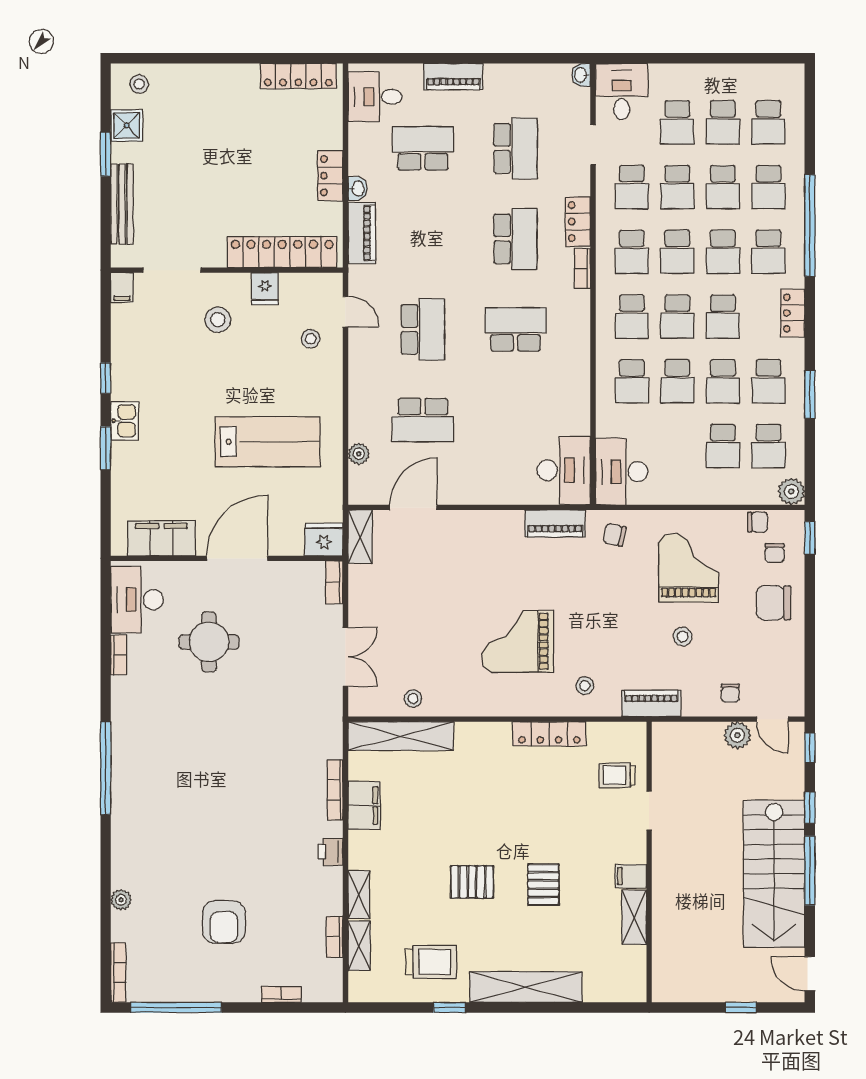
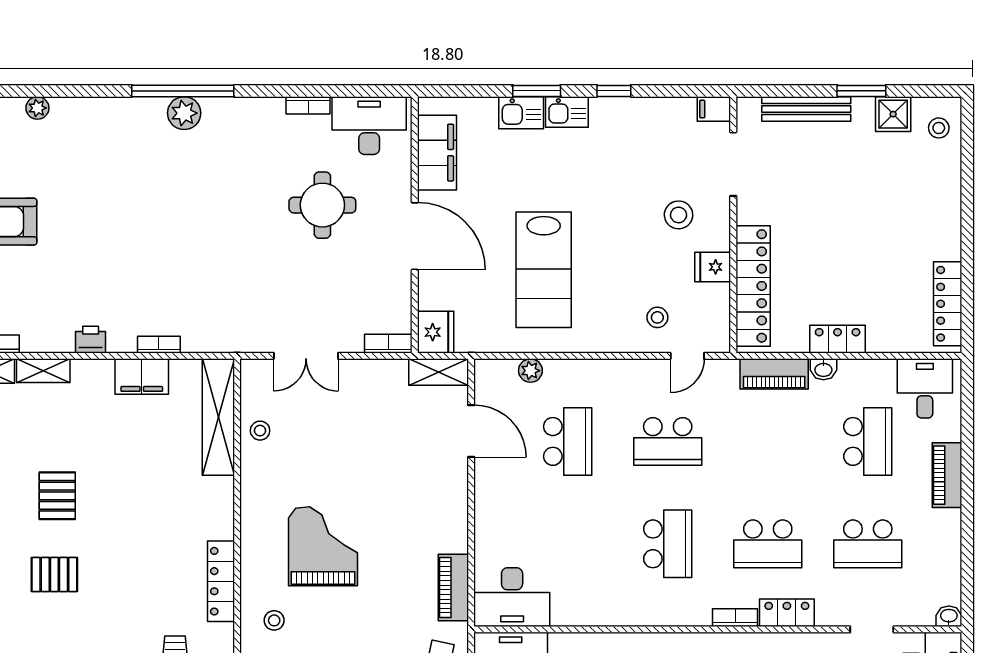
school desk: (423, 420) -> (568, 441), turned 180
kitchen sink: (125, 462) -> (521, 113), added
plant: (126, 767) -> (184, 113), added
bookcase: (335, 790) -> (159, 345), width x0.64

